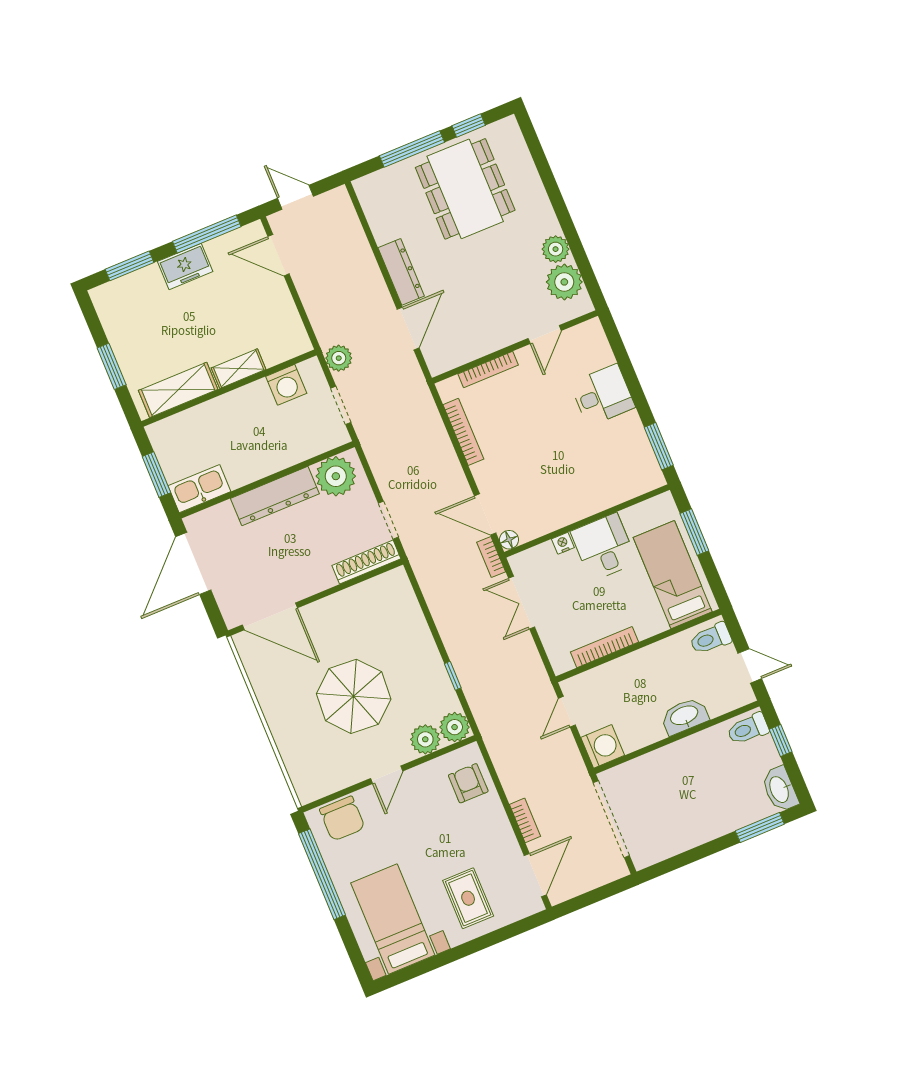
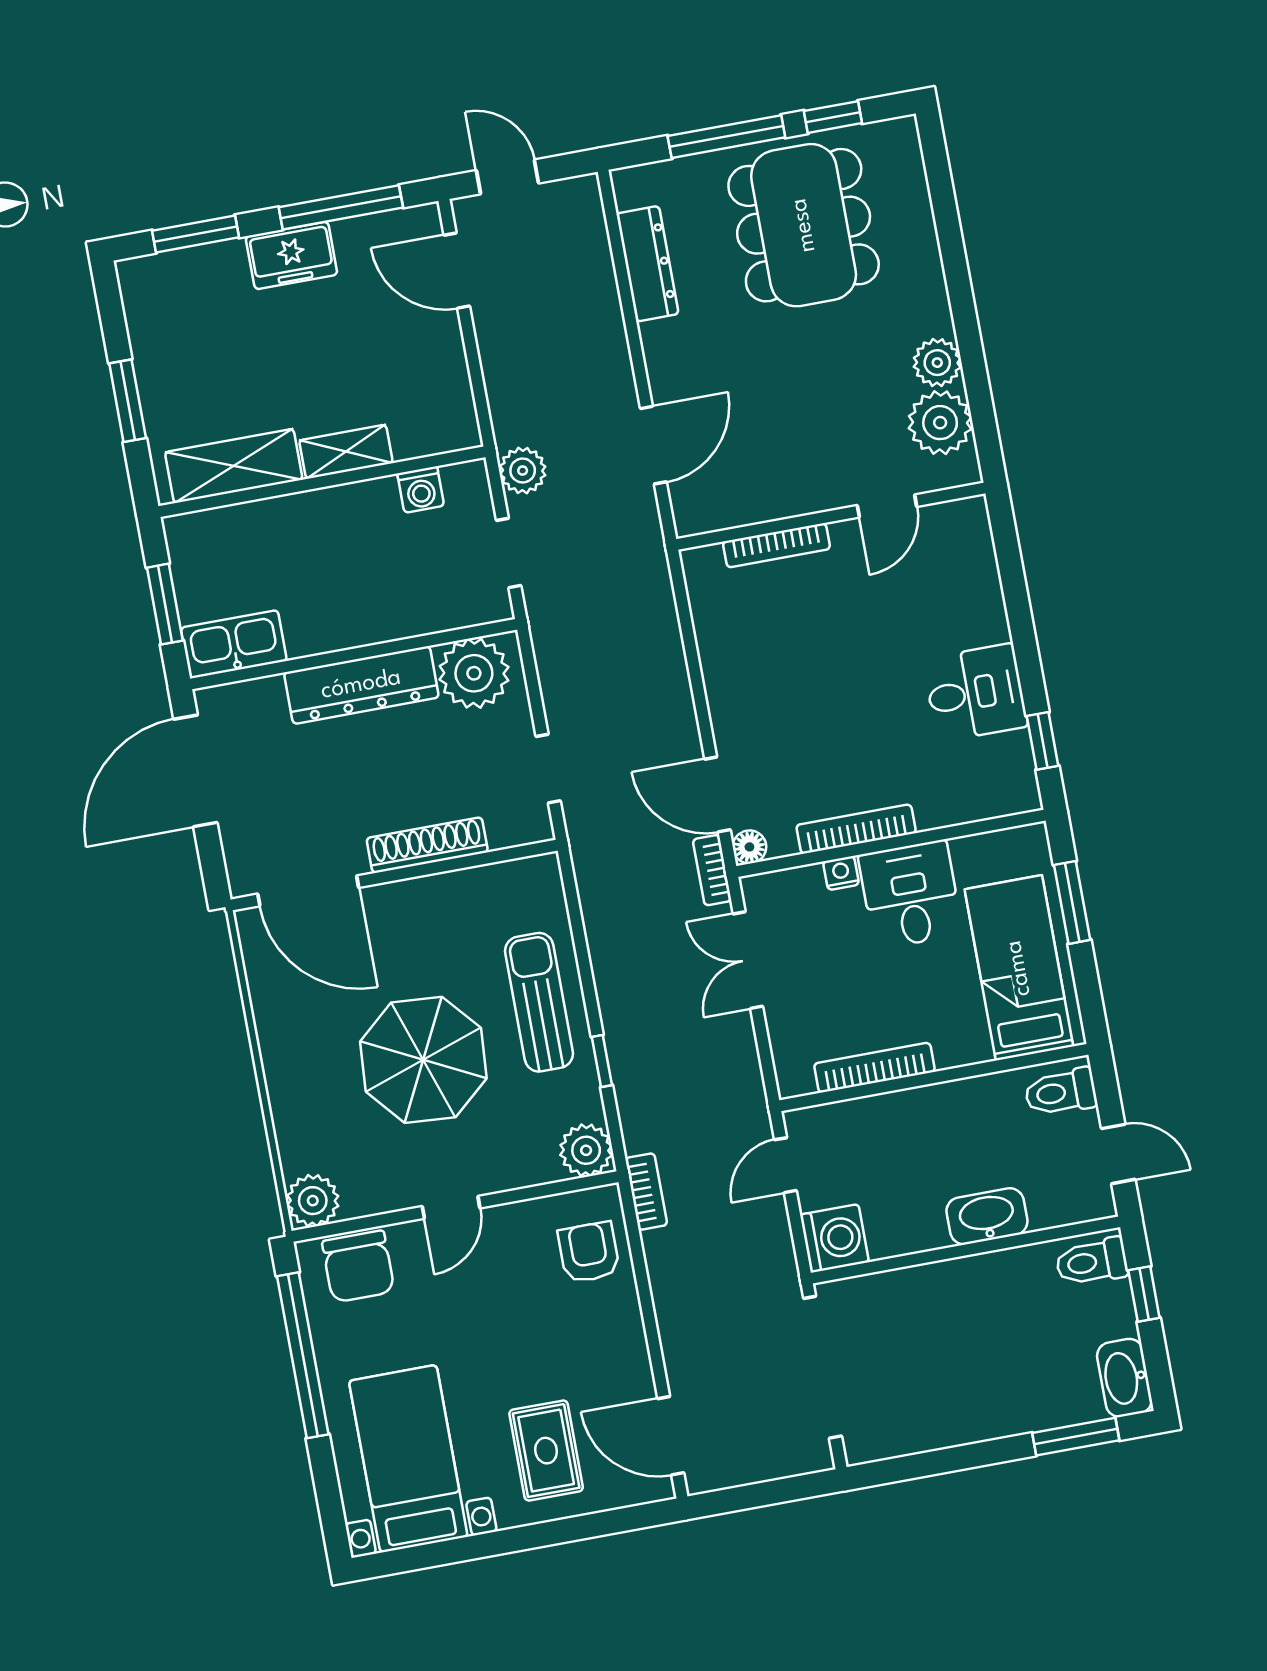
dresser: (401, 272) -> (647, 264), moved
washing machine: (286, 385) -> (421, 490), width x0.73, depth x0.73
desk: (602, 395) -> (975, 693), moved
bookcase: (463, 432) -> (856, 829), moved, turned -90
window: (659, 446) -> (1042, 741), width x0.67
shoe rack: (366, 562) -> (427, 845), moved
sun lounger: (411, 651) -> (539, 1002), added
plant: (425, 739) -> (313, 1201), moved
bookcase: (525, 820) -> (646, 1192), moved
door: (535, 875) -> (671, 1436), swing flipped

